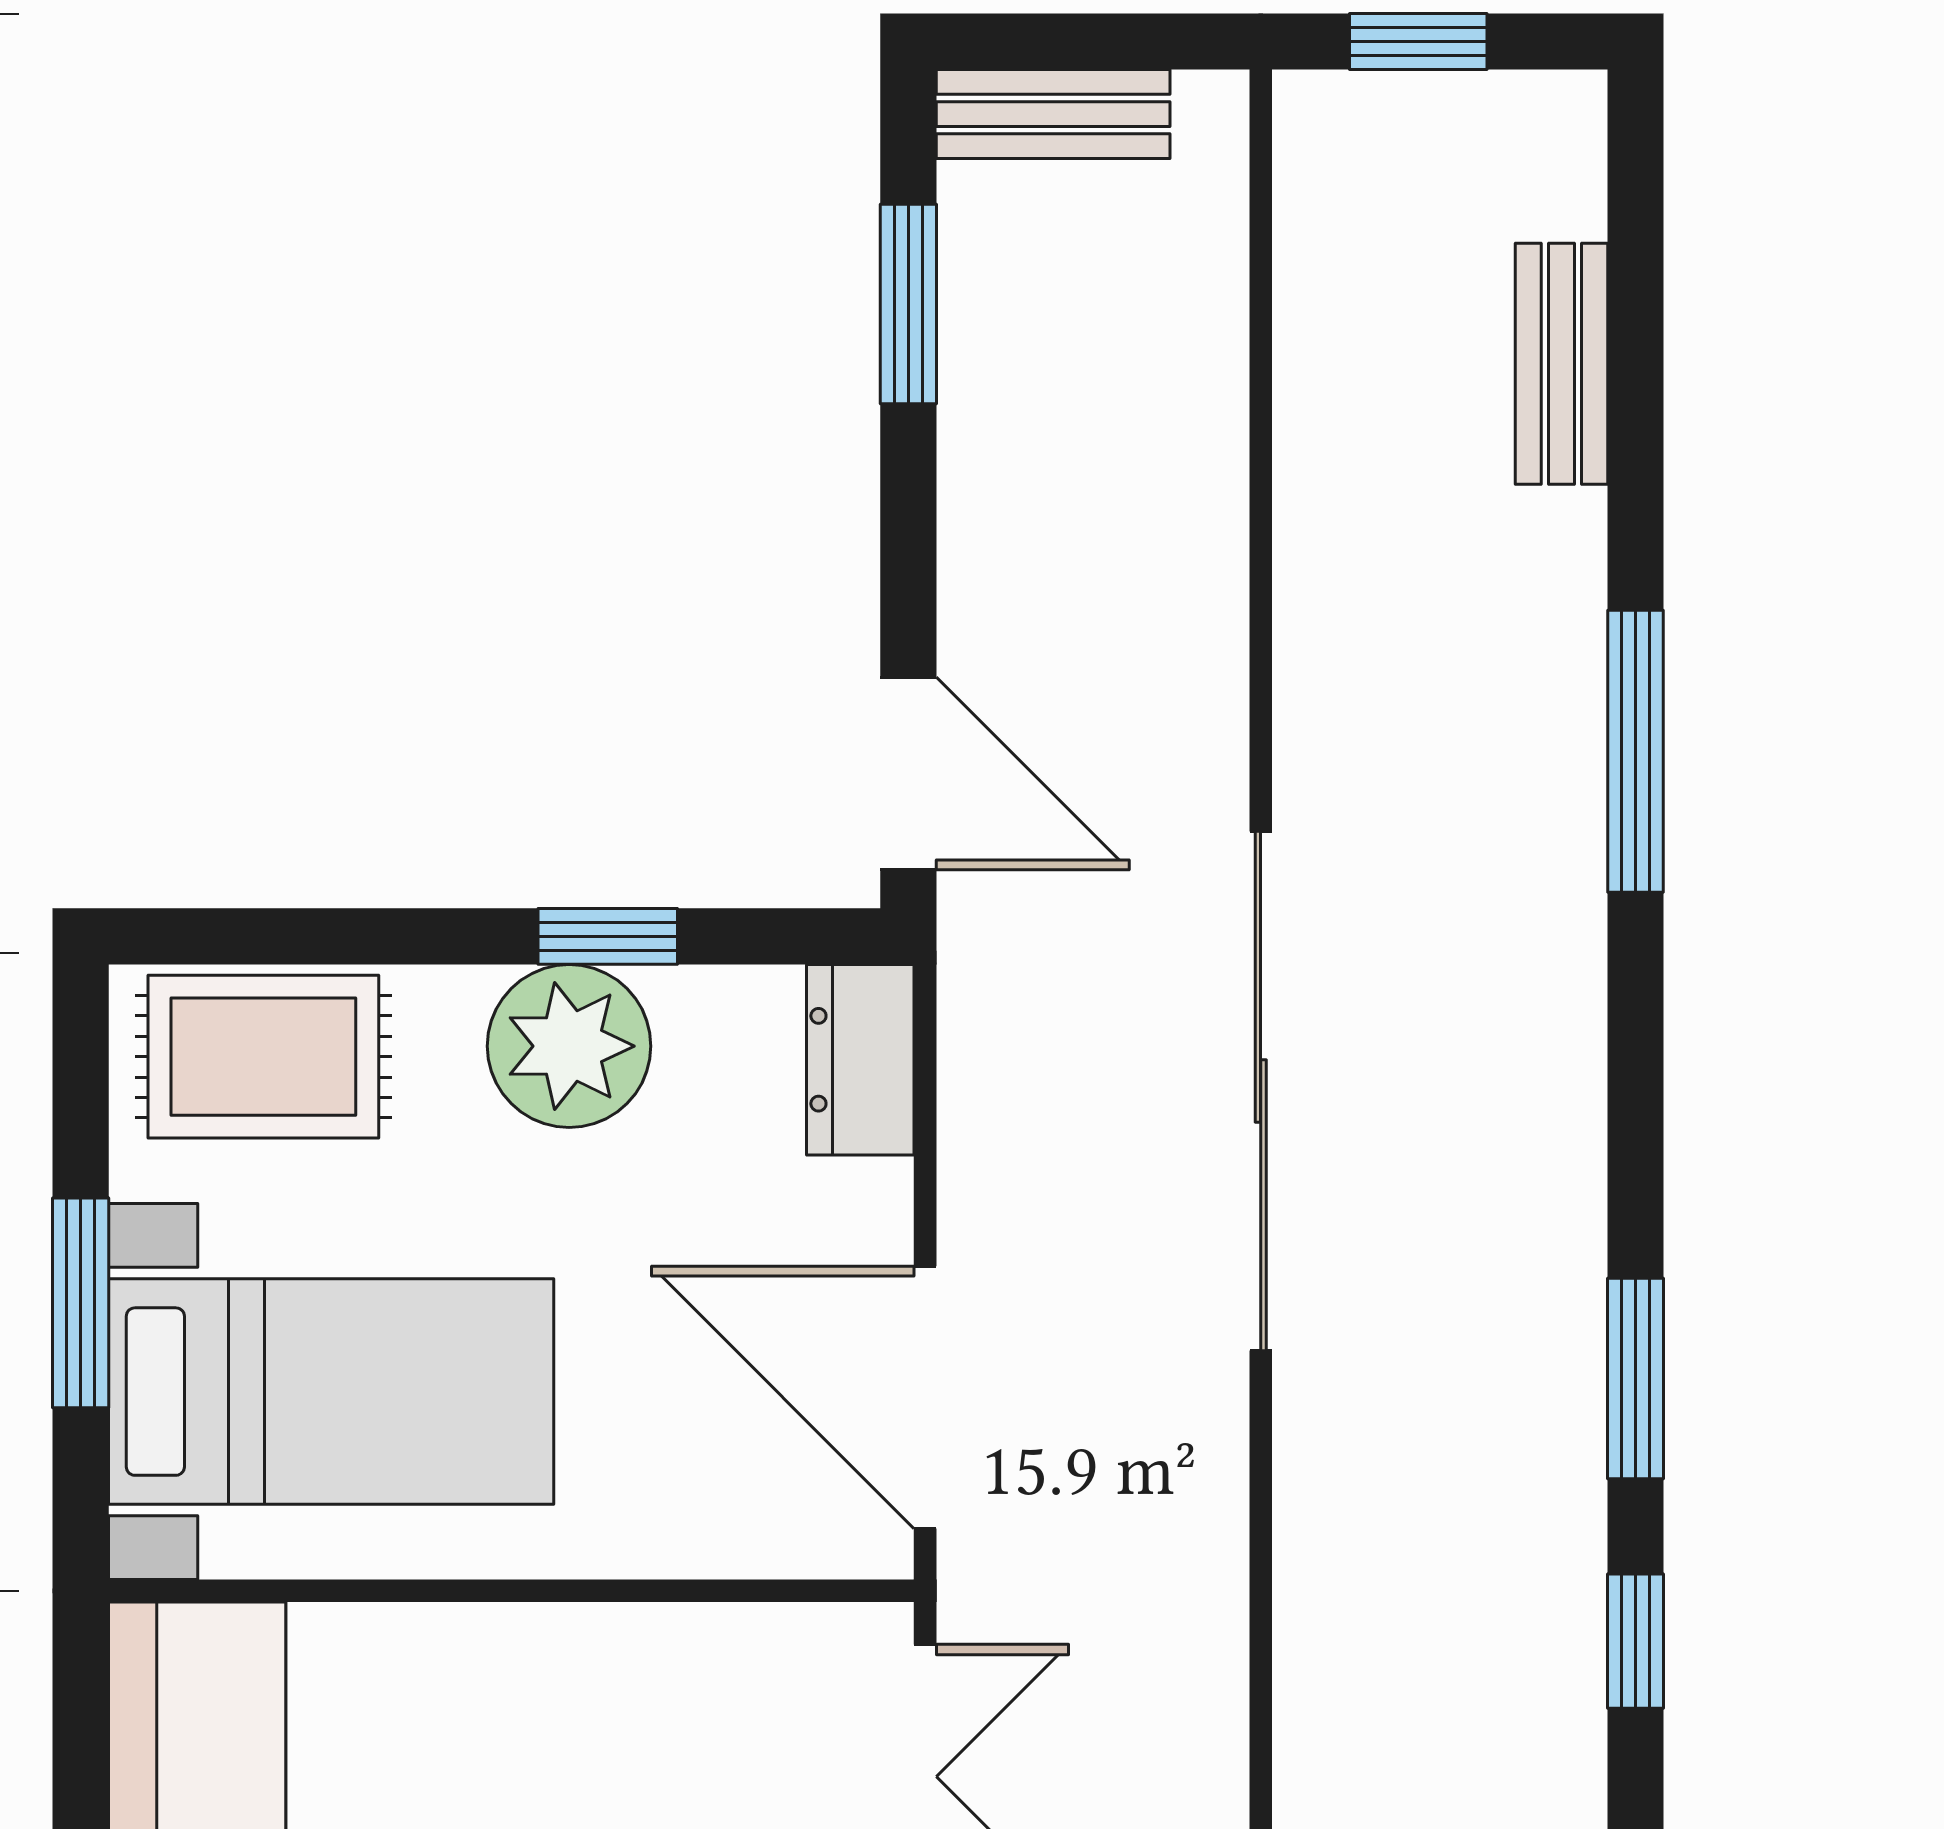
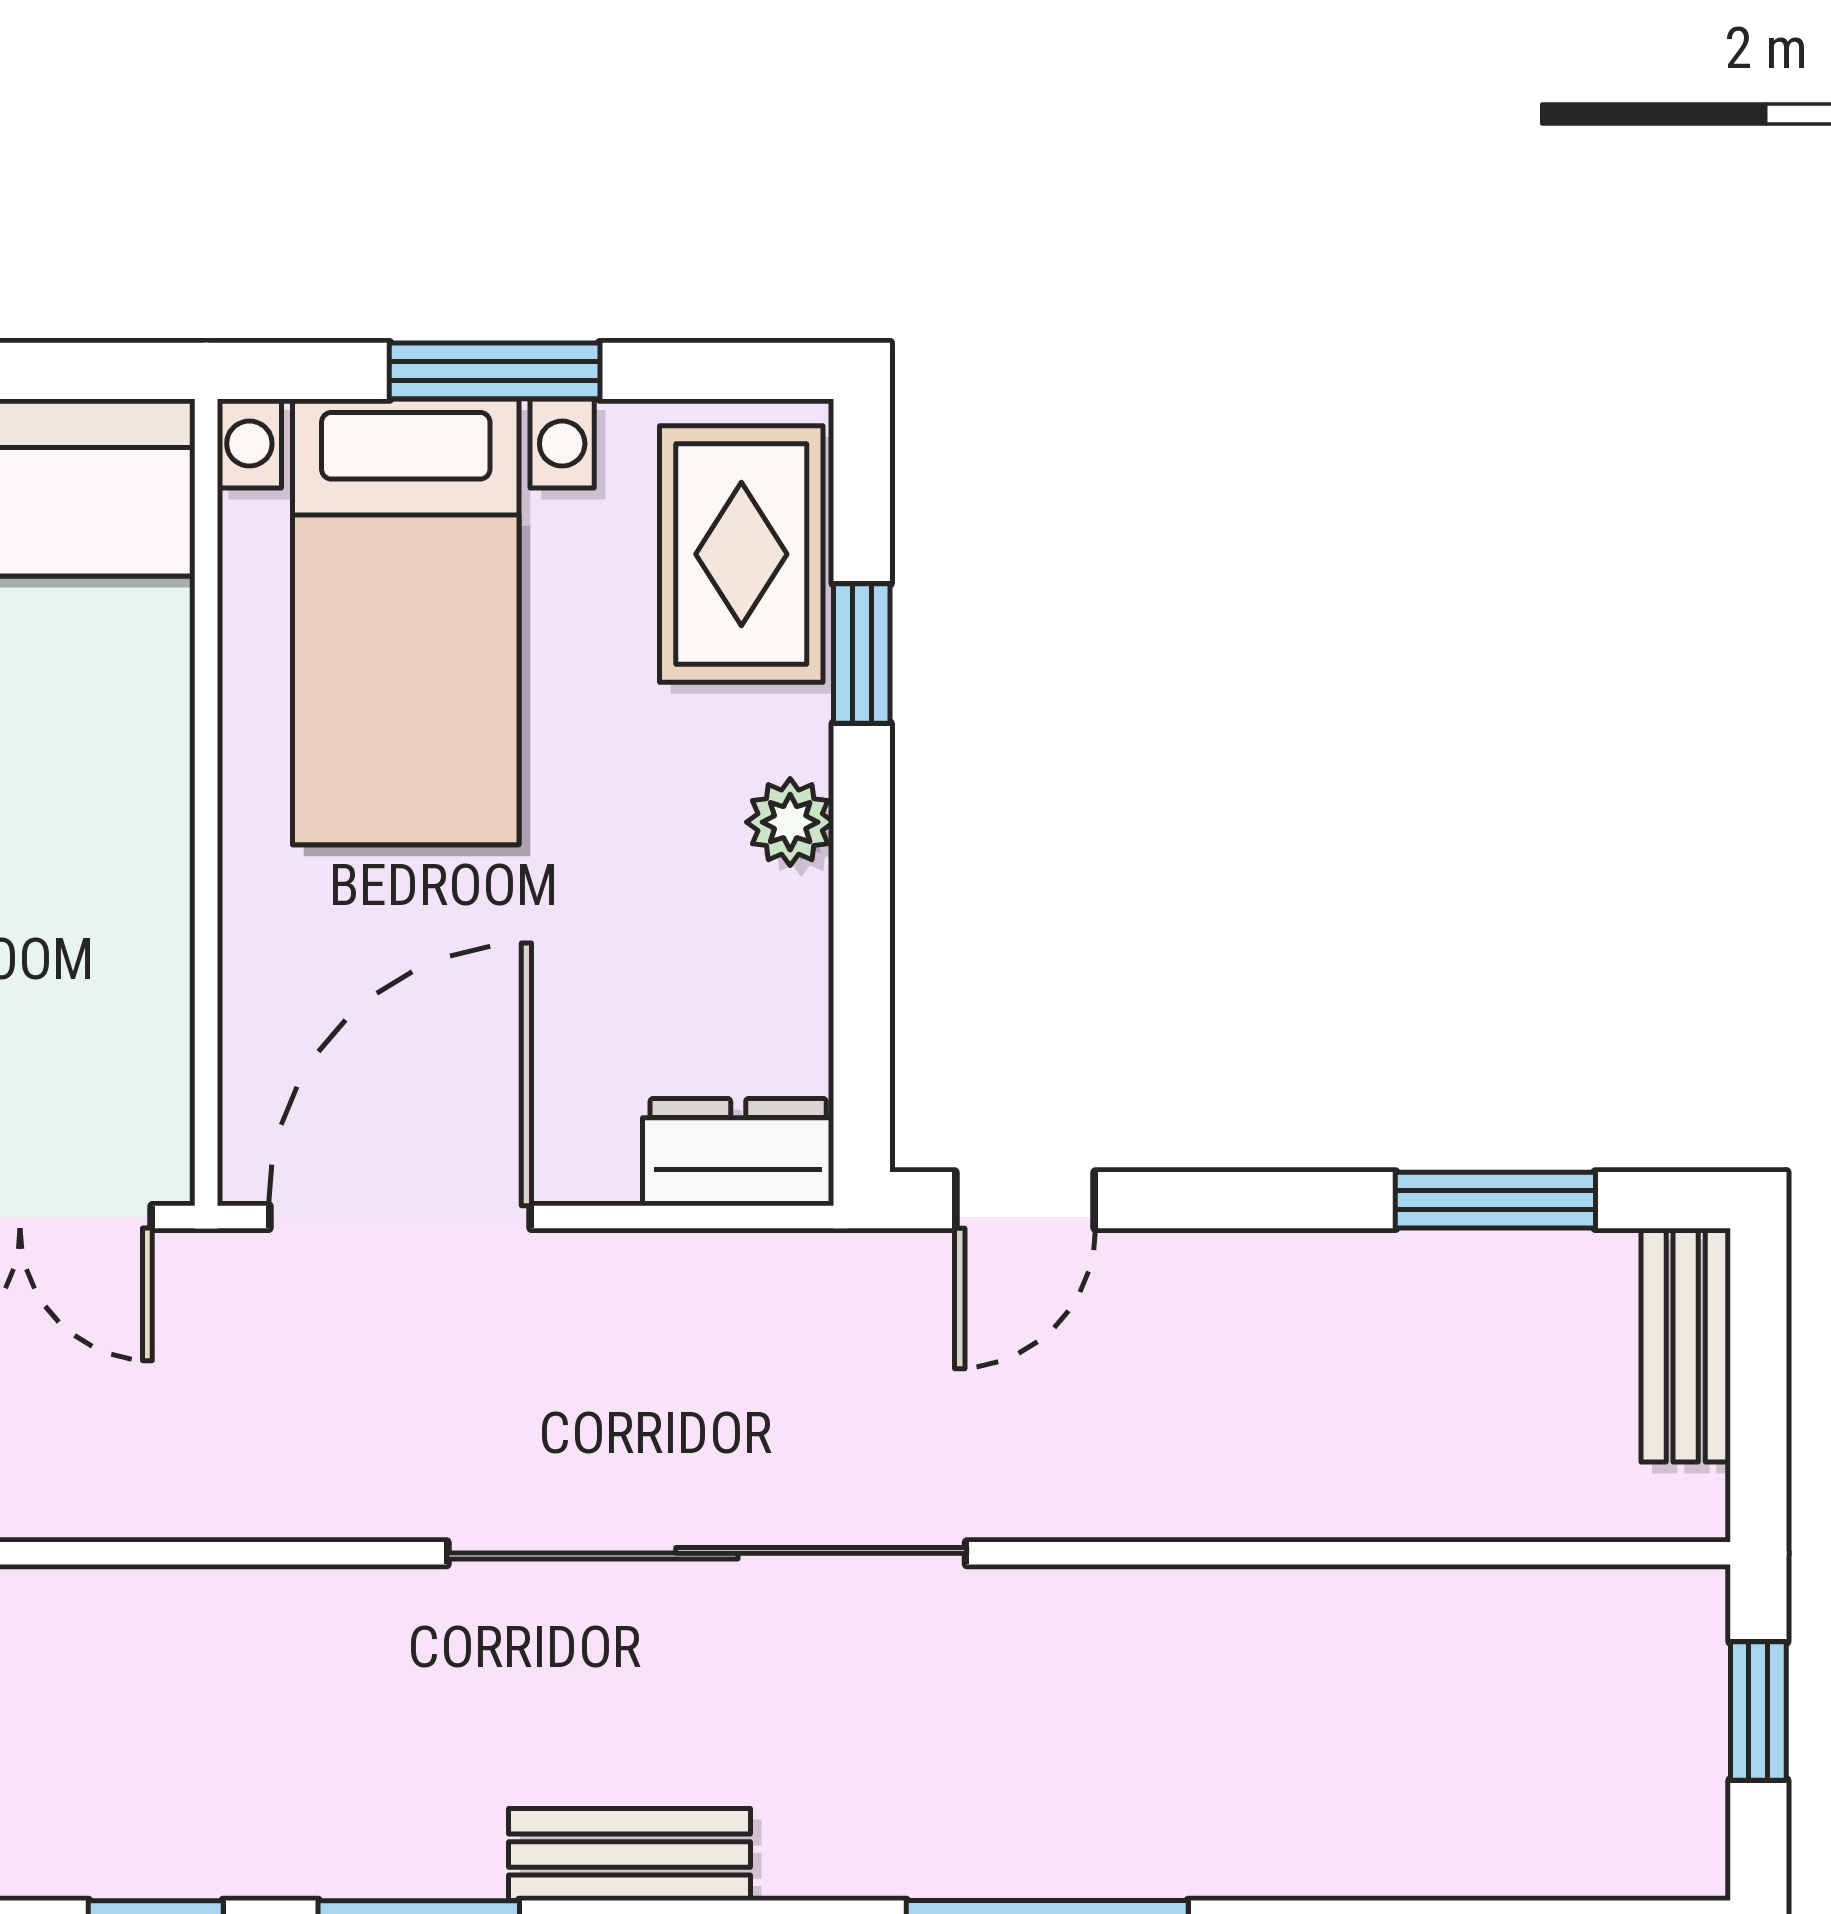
bench: (1561, 364) -> (629, 1855), moved
door: (908, 773) -> (1025, 1200), width x0.73
window: (608, 936) -> (862, 653), moved
plant: (569, 1046) -> (790, 822), width x0.53, depth x0.53

